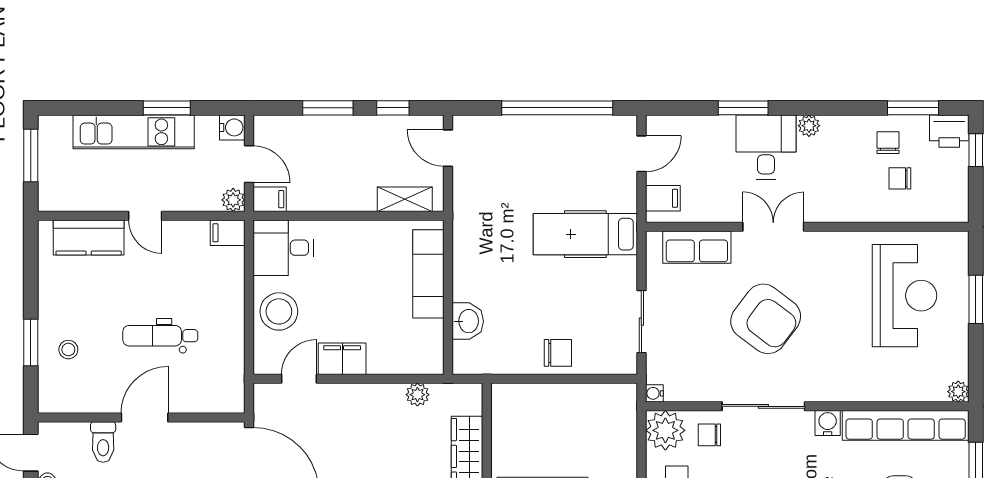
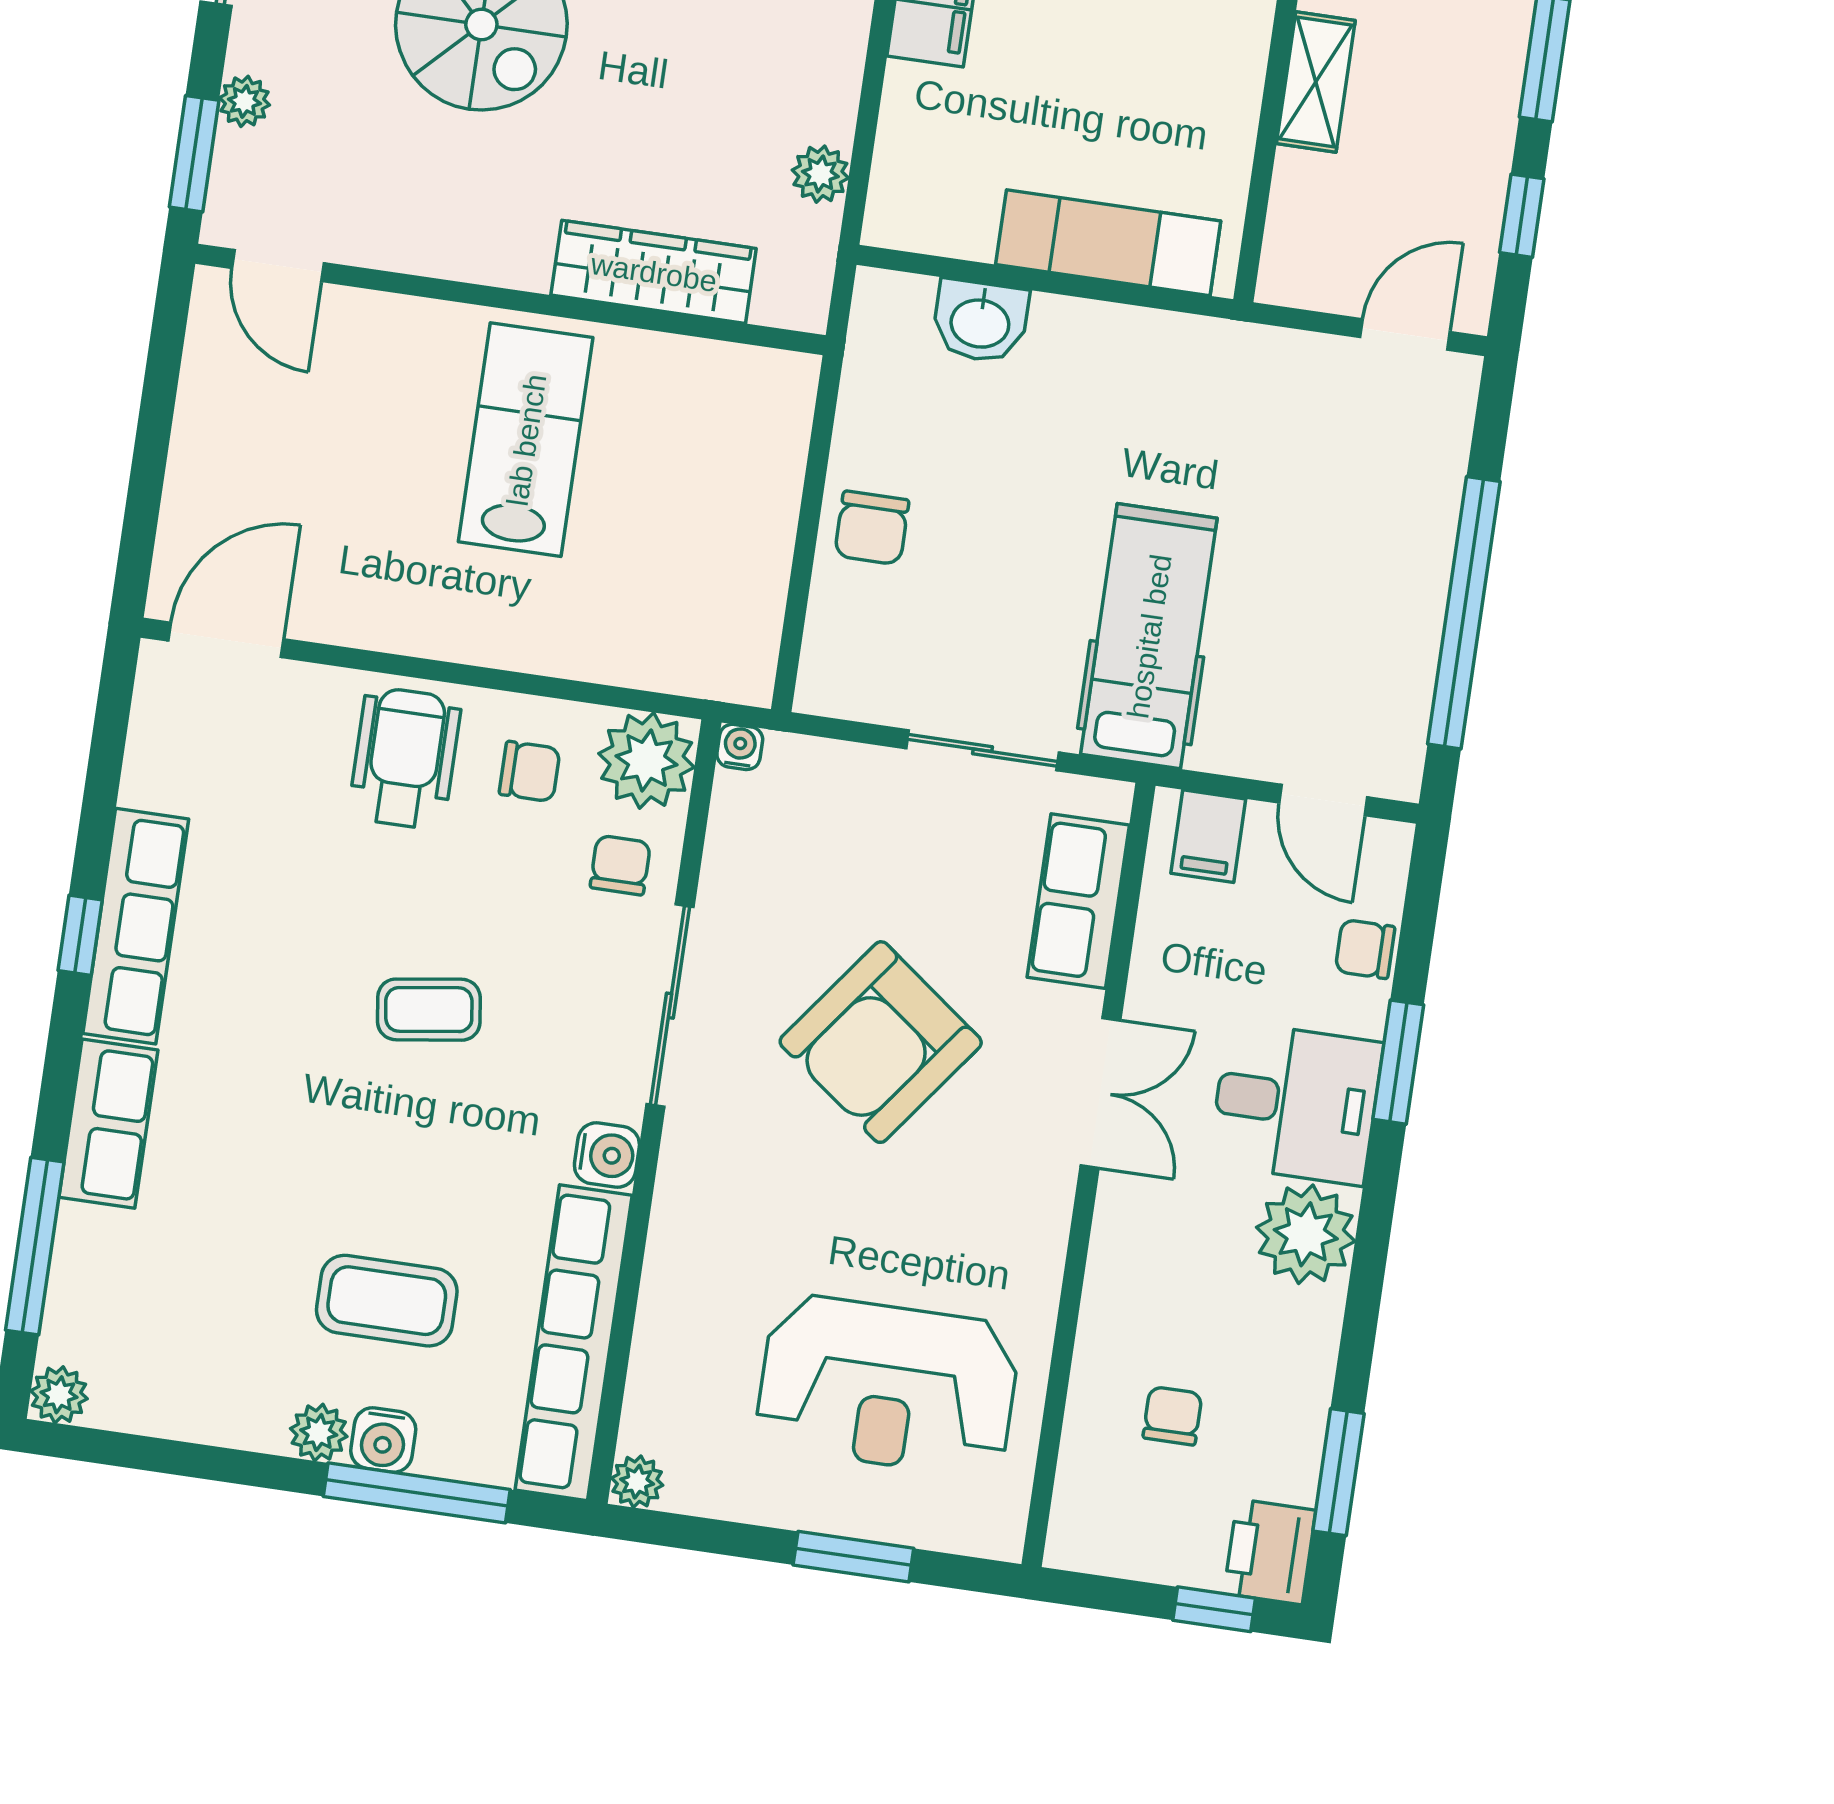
plant: (809, 126) -> (1306, 1234), width x1.87, depth x1.87
chair: (888, 143) -> (1365, 949), moved, turned 180
shelving: (405, 199) -> (1316, 82), moved
sliding door: (641, 322) -> (982, 750), moved

